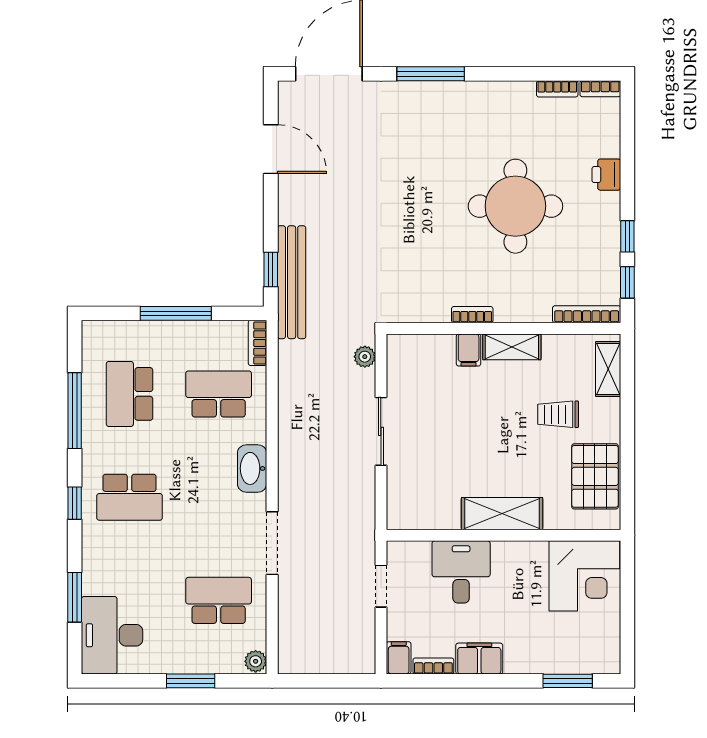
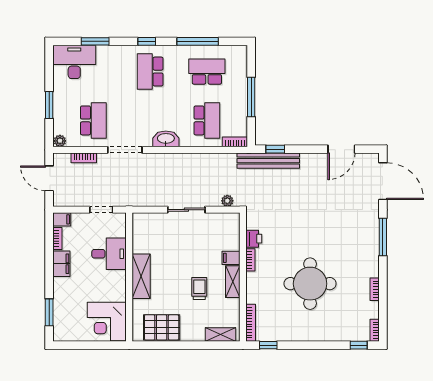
bookcase: (557, 89) -> (375, 289), moved
printer: (606, 175) -> (254, 239), moved, turned 90
window: (627, 236) -> (359, 345), moved
trolley: (558, 414) -> (199, 288), moved
bookcase: (287, 618) -> (84, 158), added
door: (324, 681) -> (49, 178), added

